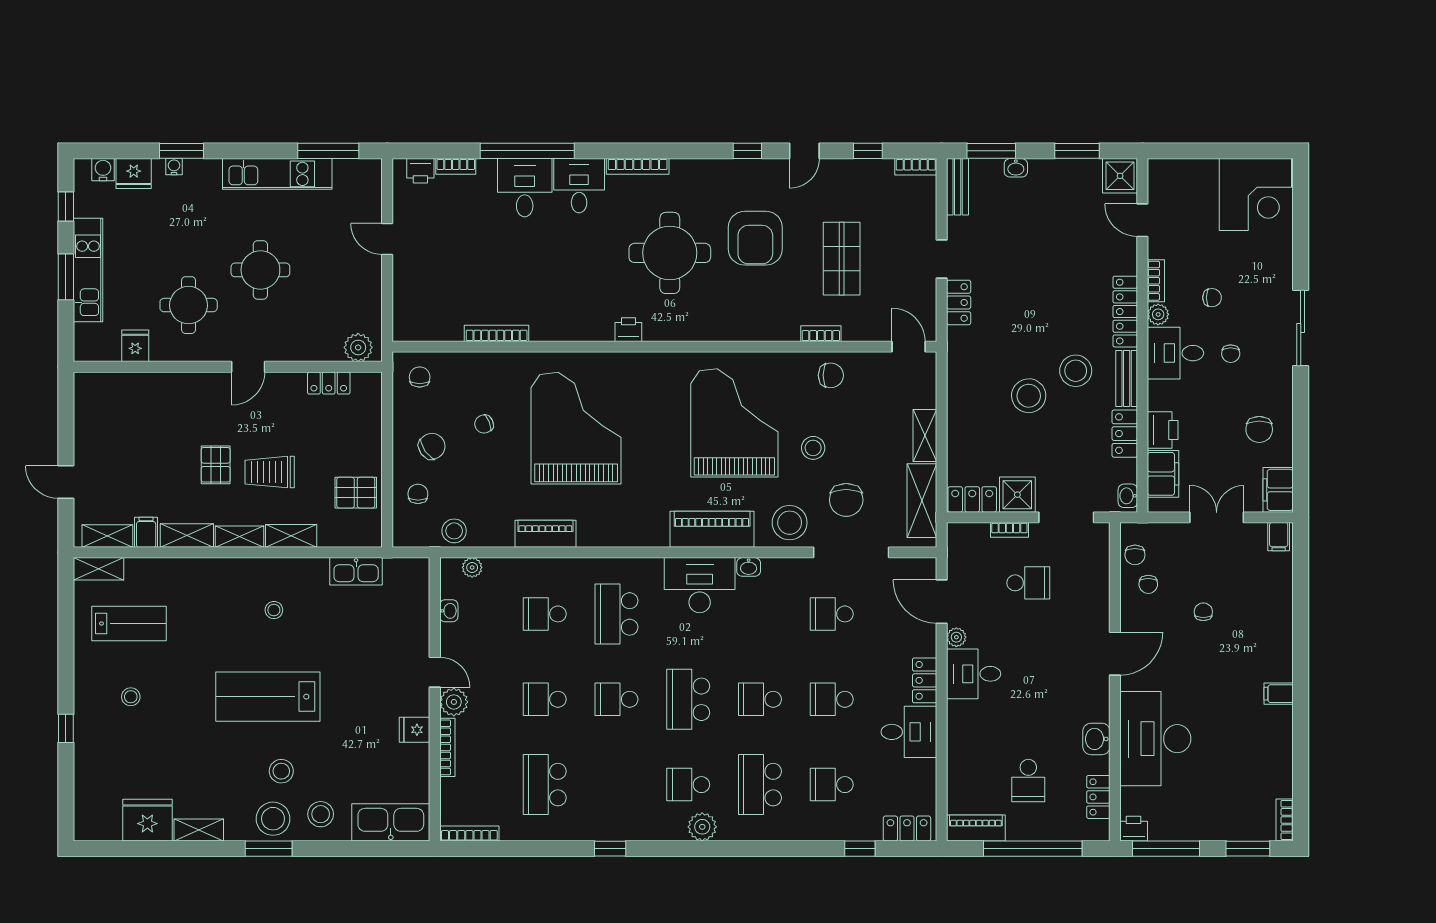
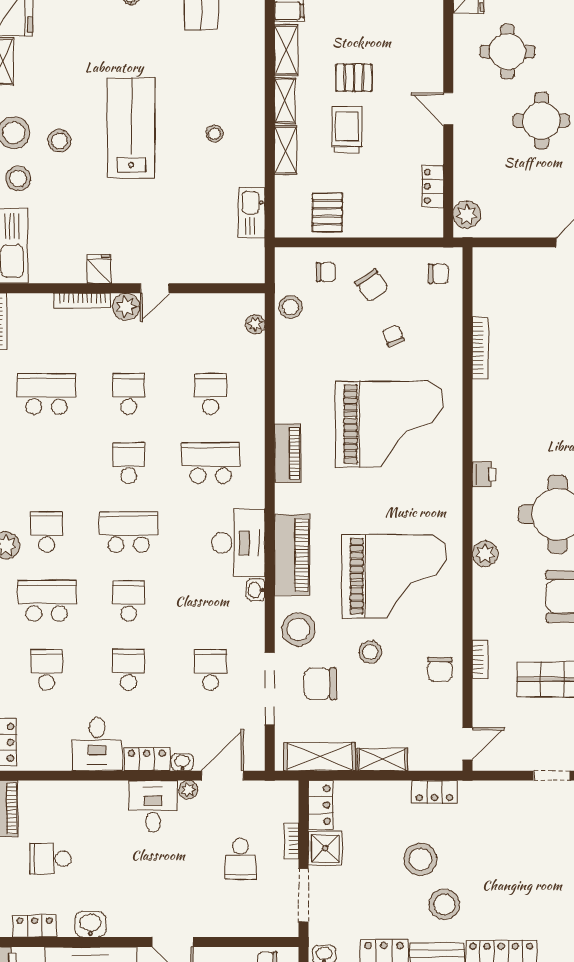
locker: (959, 302) -> (434, 792), moved
plant: (711, 328) -> (485, 554), added
piano: (545, 534) -> (288, 453), moved
washbasin: (449, 611) -> (182, 762), moved, turned 180

